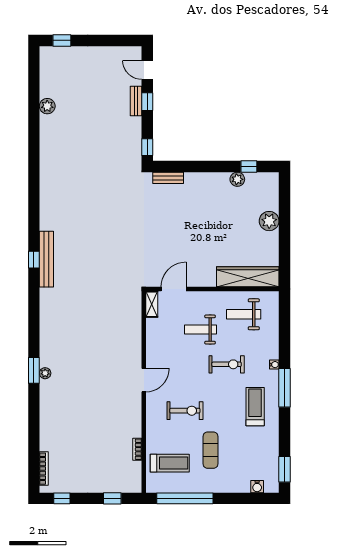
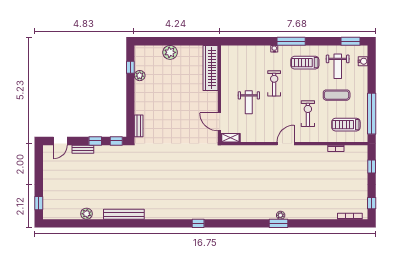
window: (147, 102) -> (95, 141), moved
bench: (46, 259) -> (124, 214), moved
weight bench: (244, 314) -> (338, 66), moved
door: (144, 380) -> (286, 144), hinge flipped
treadmill: (170, 463) -> (346, 125), turned -90

